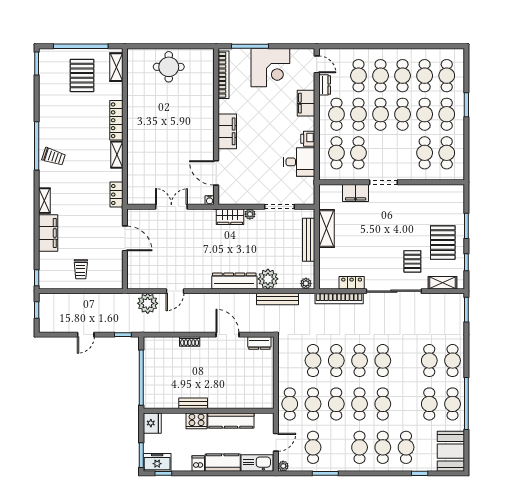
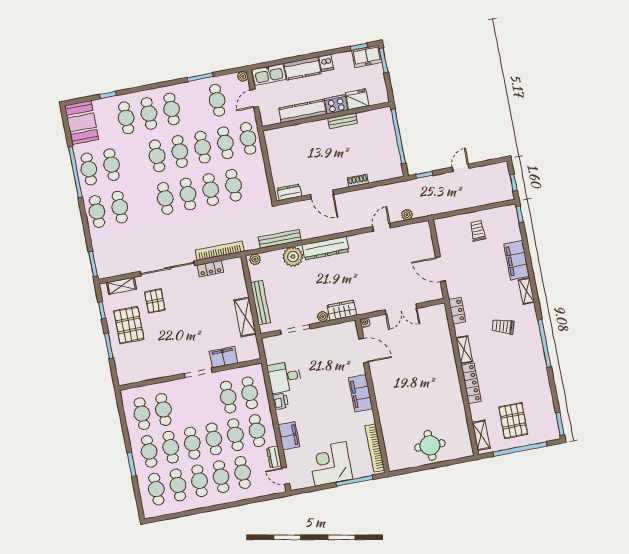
trolley: (54, 157) -> (503, 326), moved
plant: (148, 303) -> (407, 215), width x0.53, depth x0.53
fridge: (152, 423) -> (357, 99), moved, turned 90

